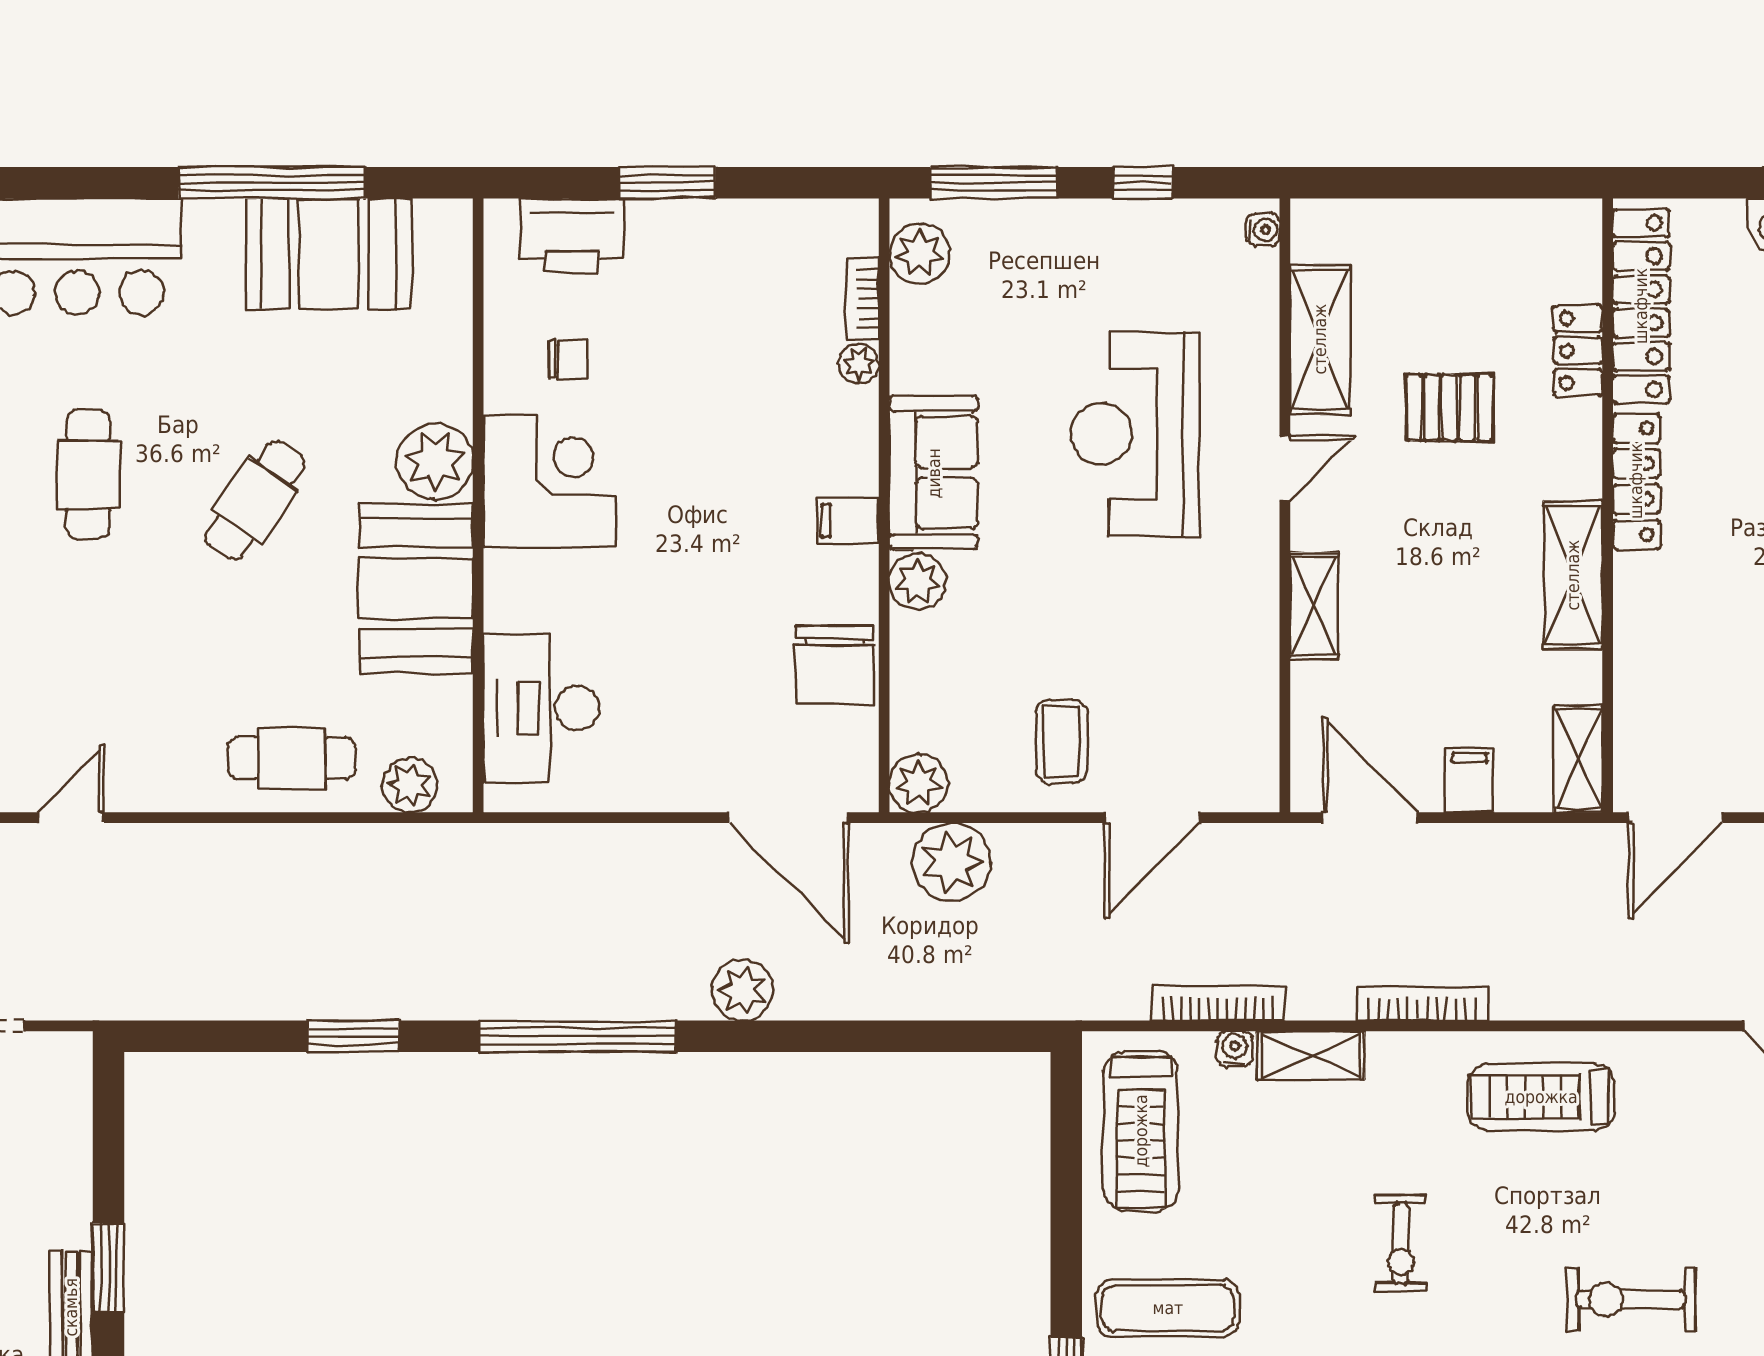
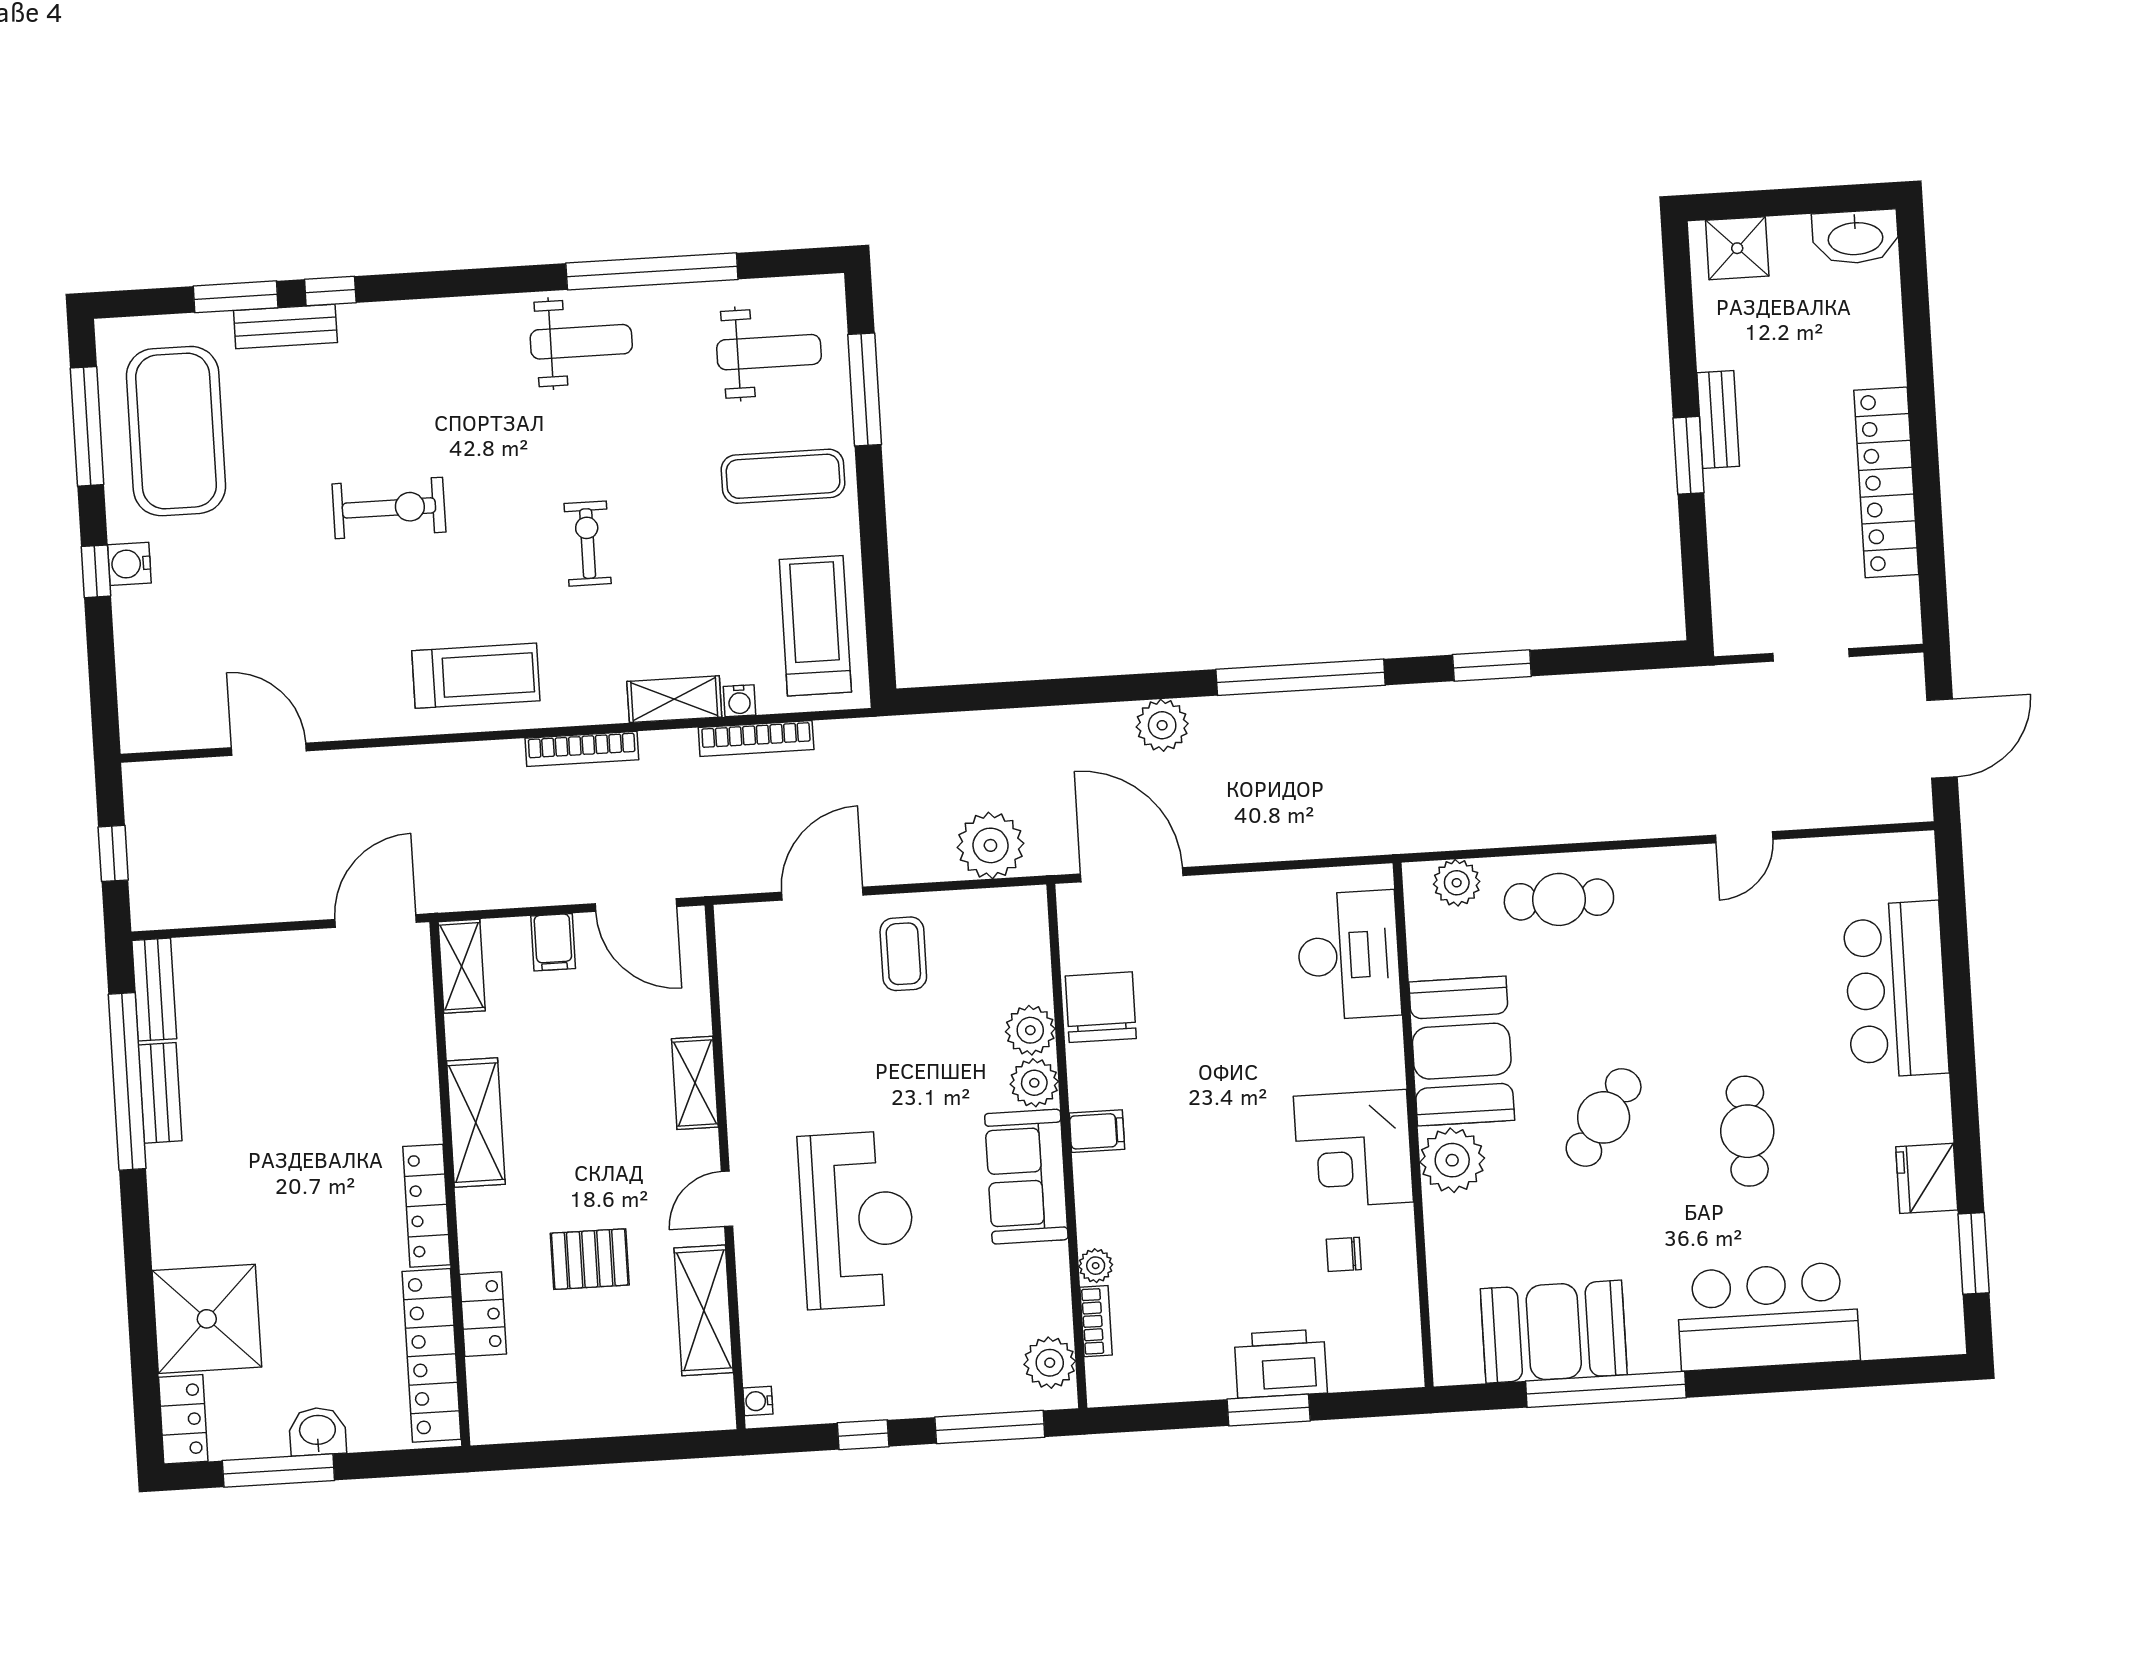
printer: (572, 236) -> (1281, 1364), moved
plant: (918, 783) -> (1030, 1030), moved

